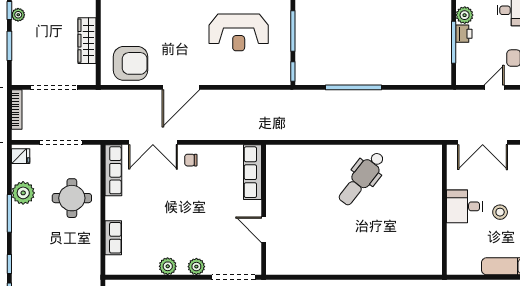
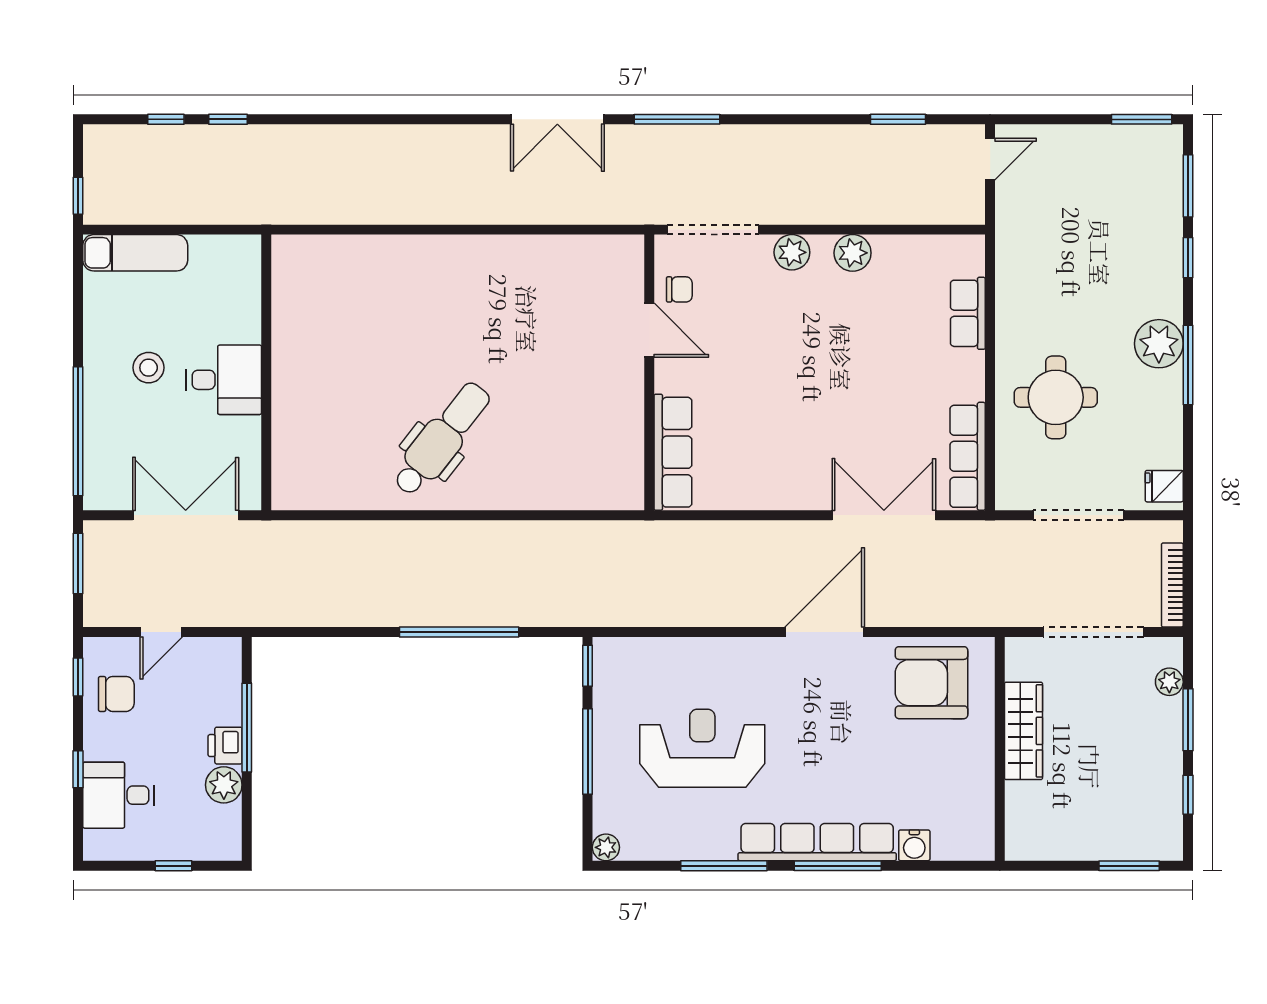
plant: (18, 15) -> (1169, 682), moved
chair: (191, 160) -> (679, 289), moved
plant: (23, 193) -> (1159, 344), moved

